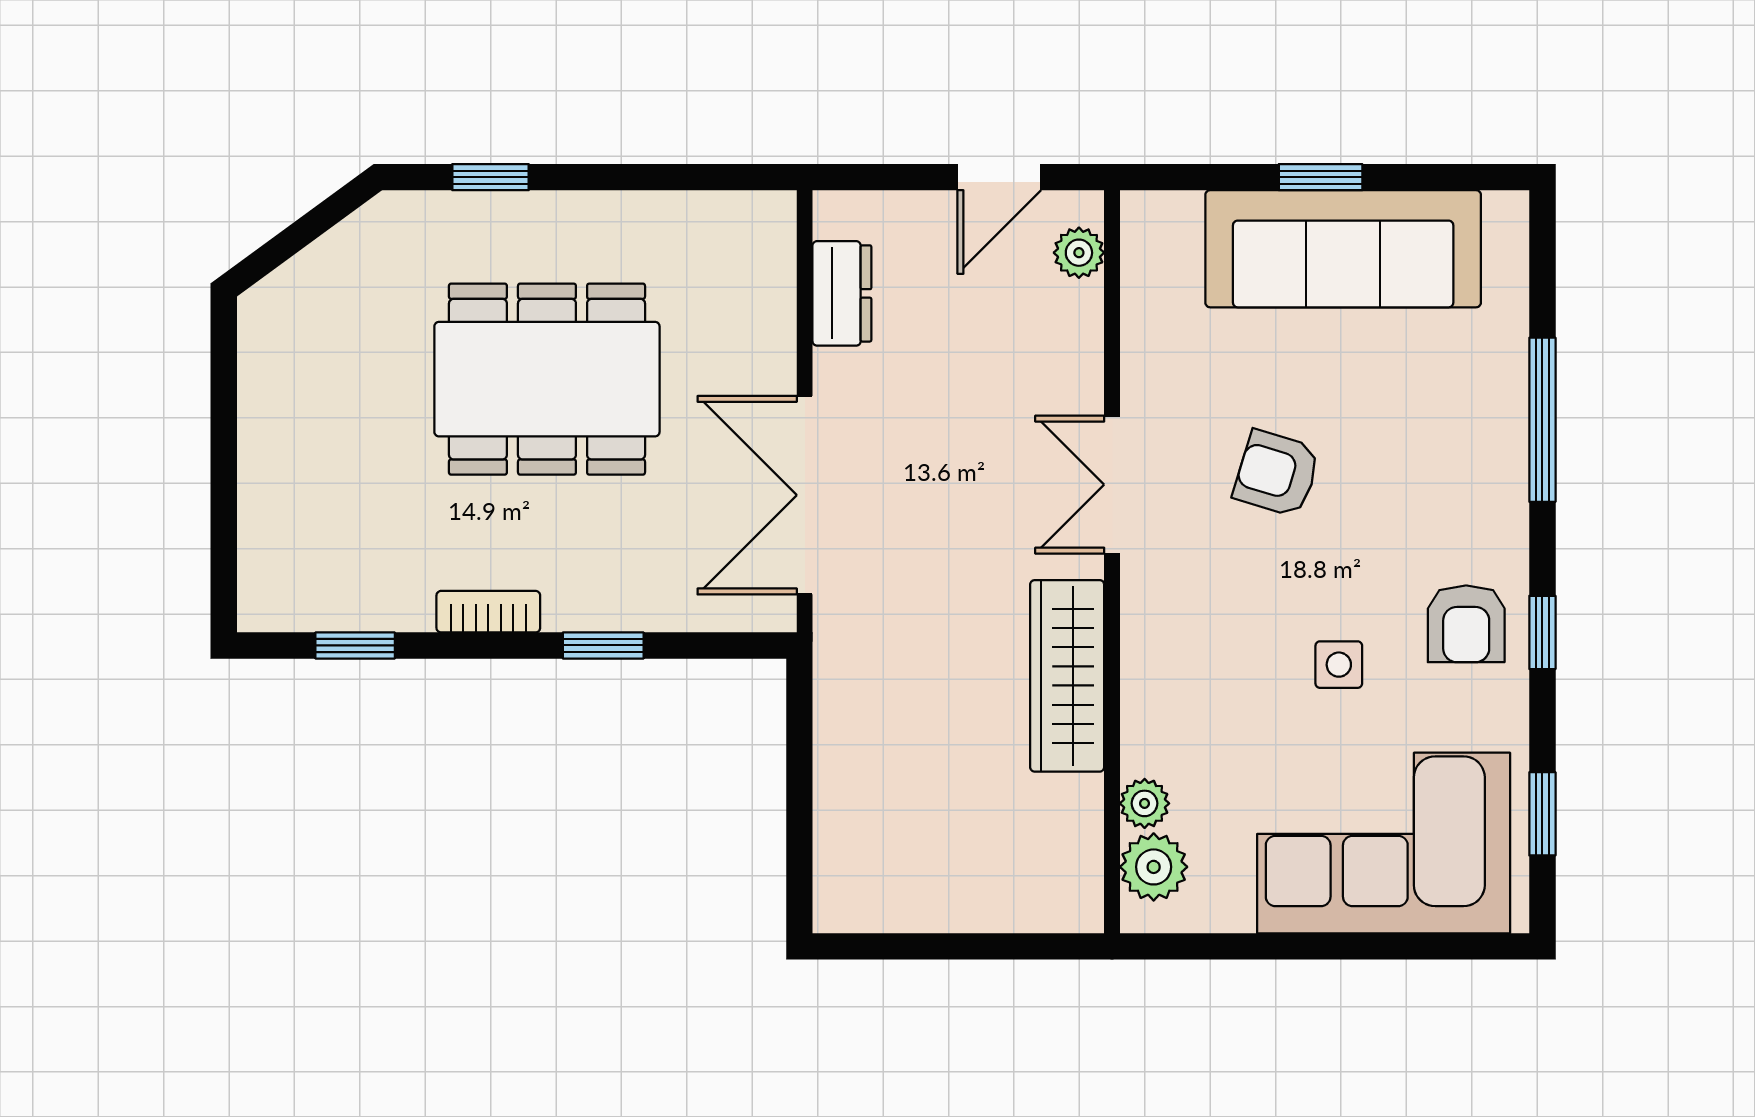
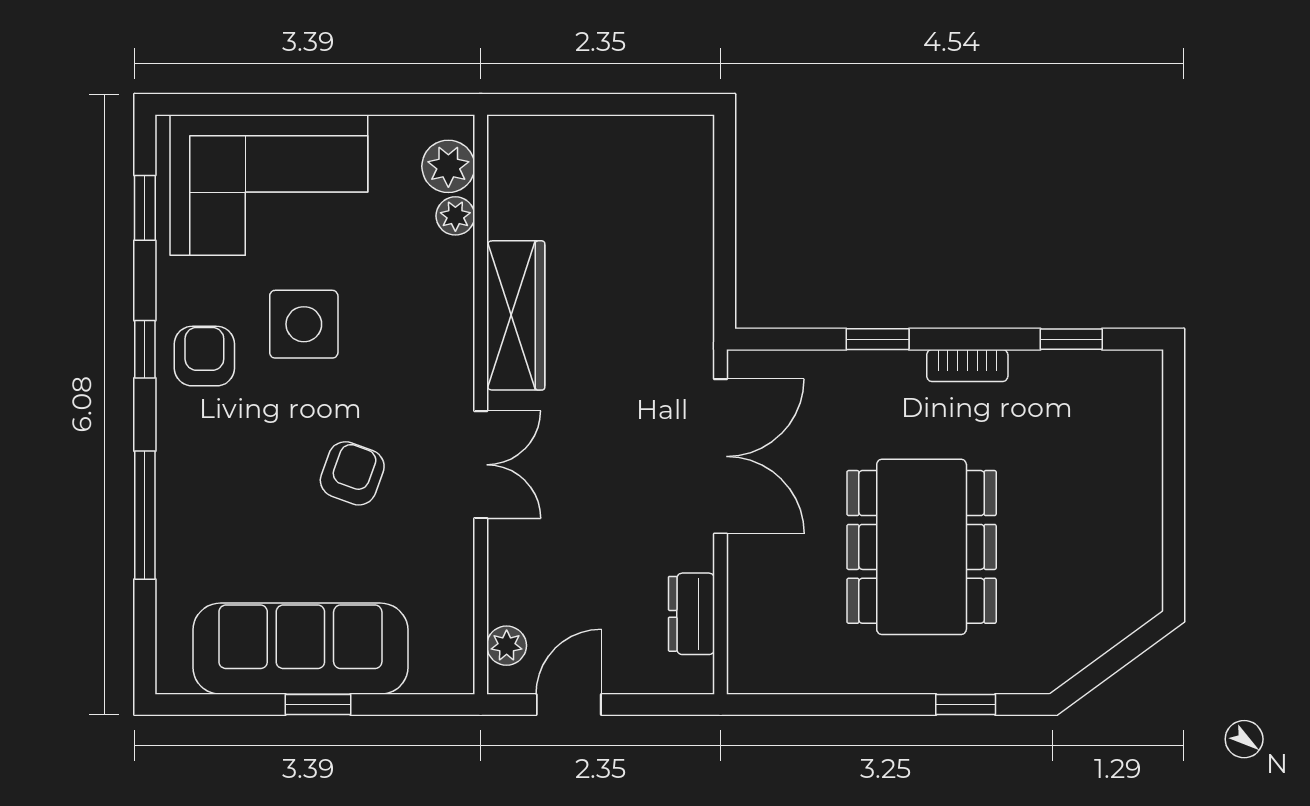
dining table: (547, 379) -> (922, 547), turned 90
armchair: (1277, 473) -> (352, 473), turned -87
side table: (1339, 665) -> (304, 324), width x1.87, depth x1.87

